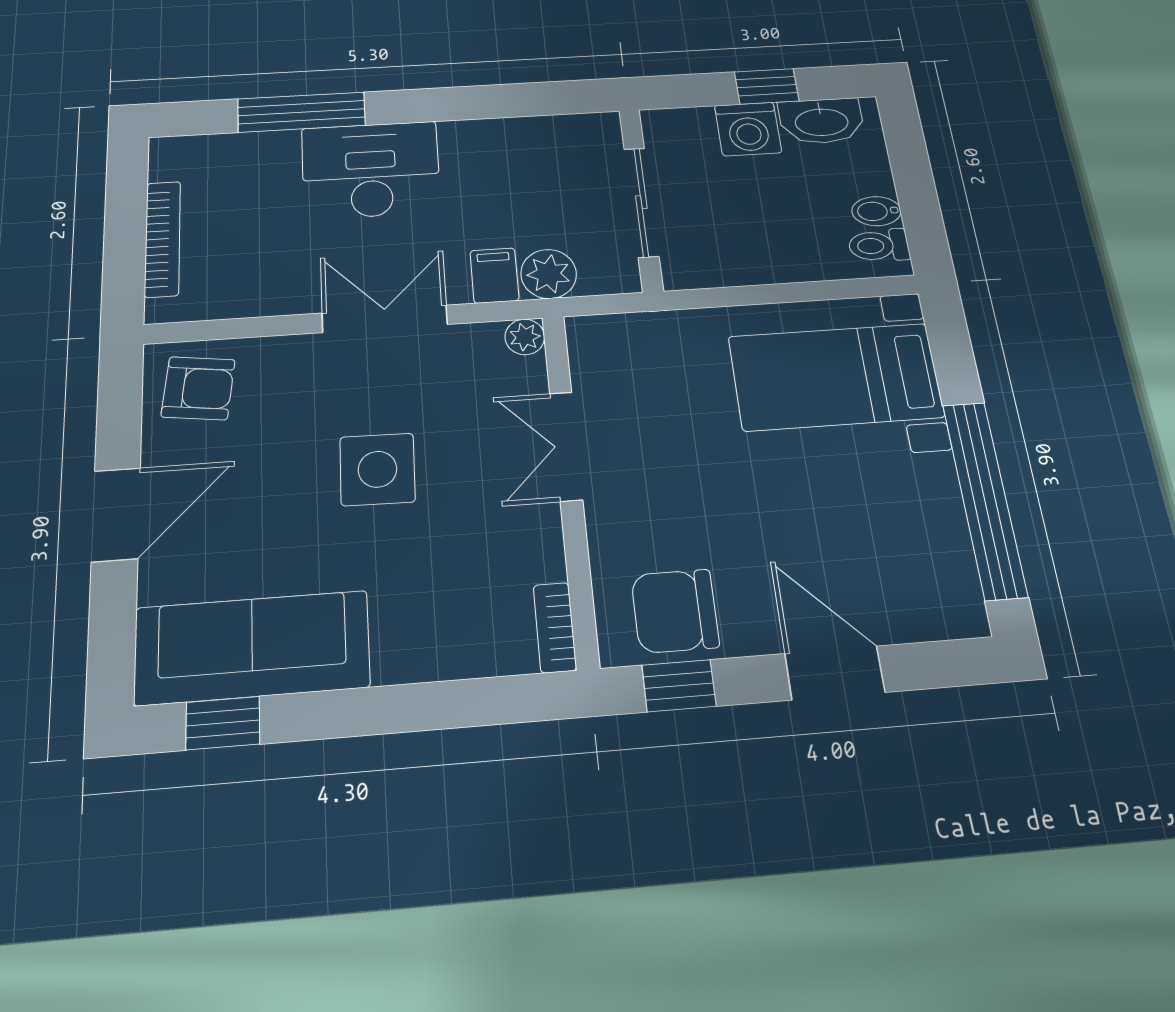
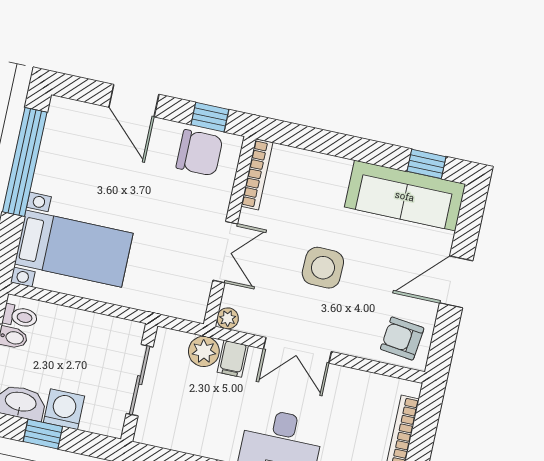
bookcase: (555, 627) -> (257, 174), width x1.56

